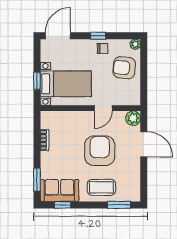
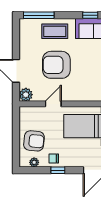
plant: (135, 44) -> (34, 162), moved
armchair: (100, 151) -> (56, 65), turned 90
window: (119, 205) -> (39, 15), width x1.44

